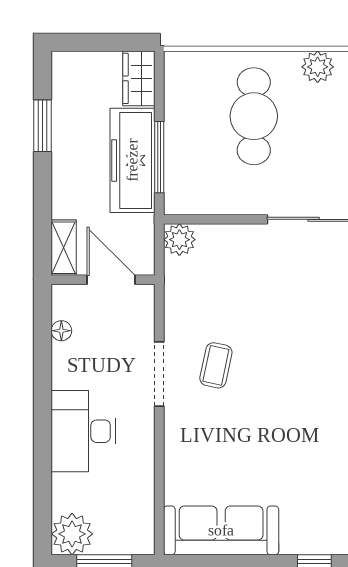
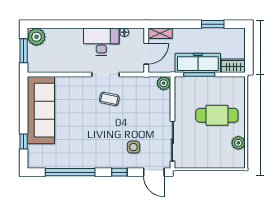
side table: (327, 309) -> (133, 147), added
desk: (83, 431) -> (101, 42), moved
sofa: (221, 530) -> (41, 110), width x1.36, depth x1.27

